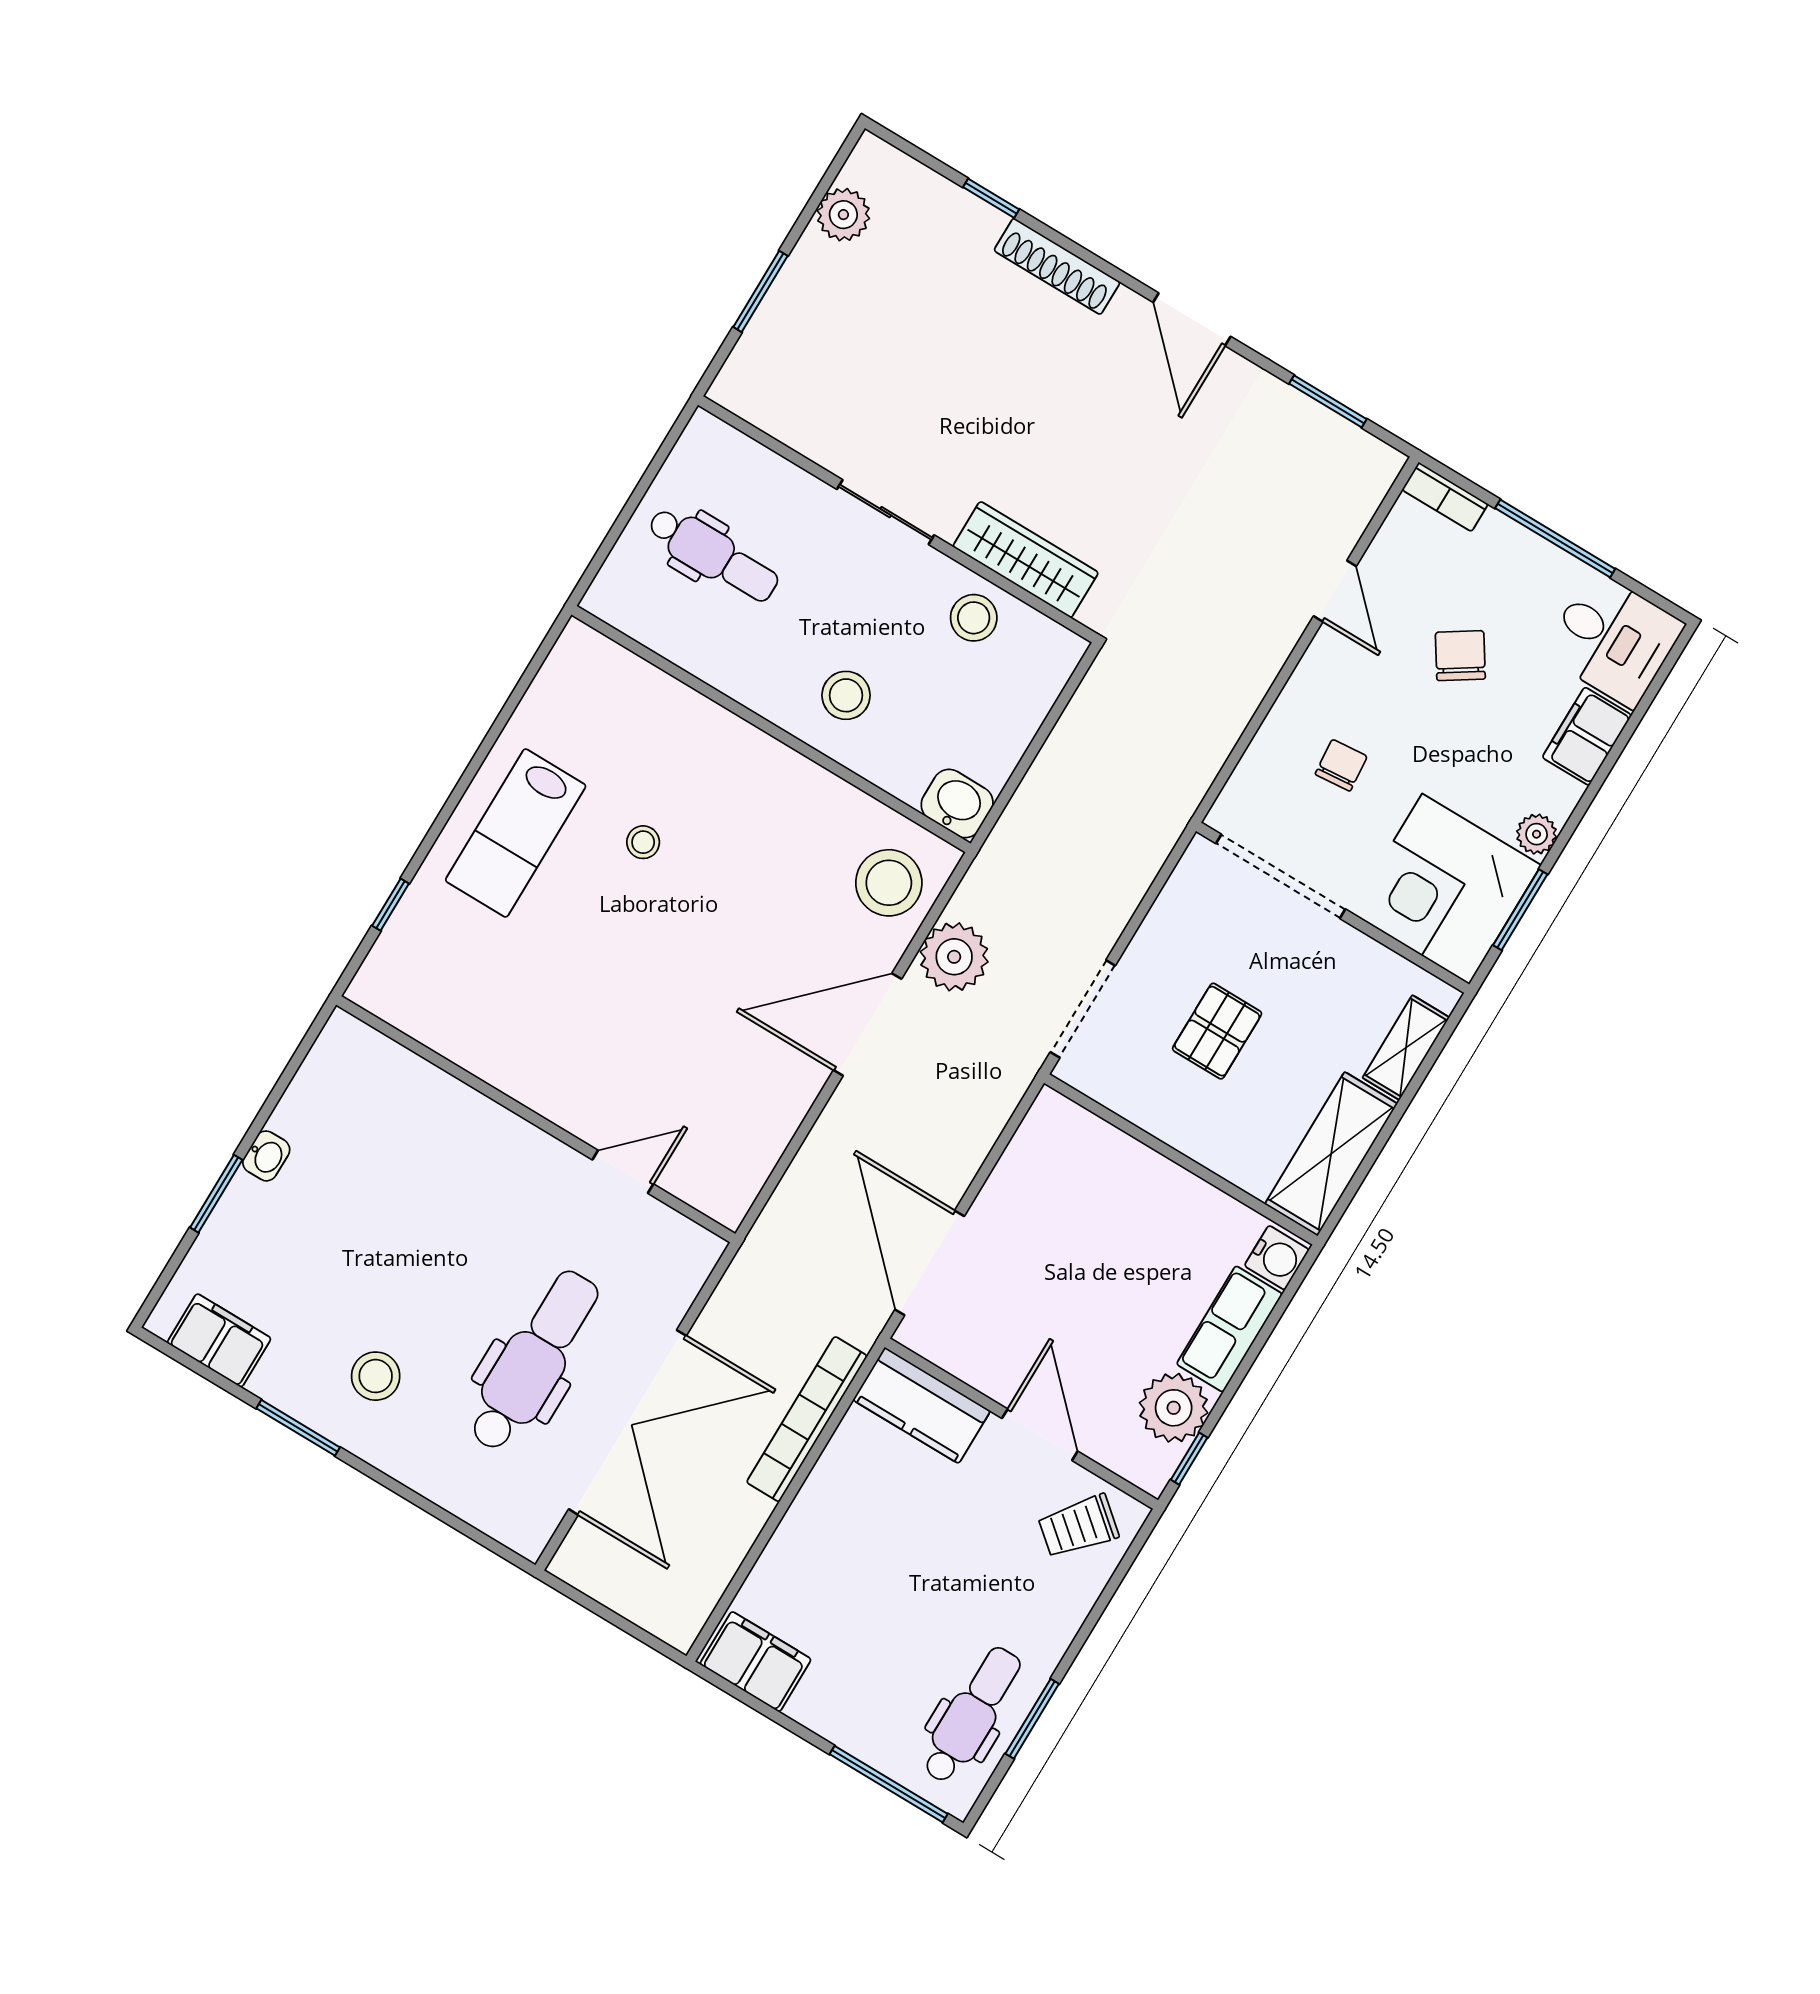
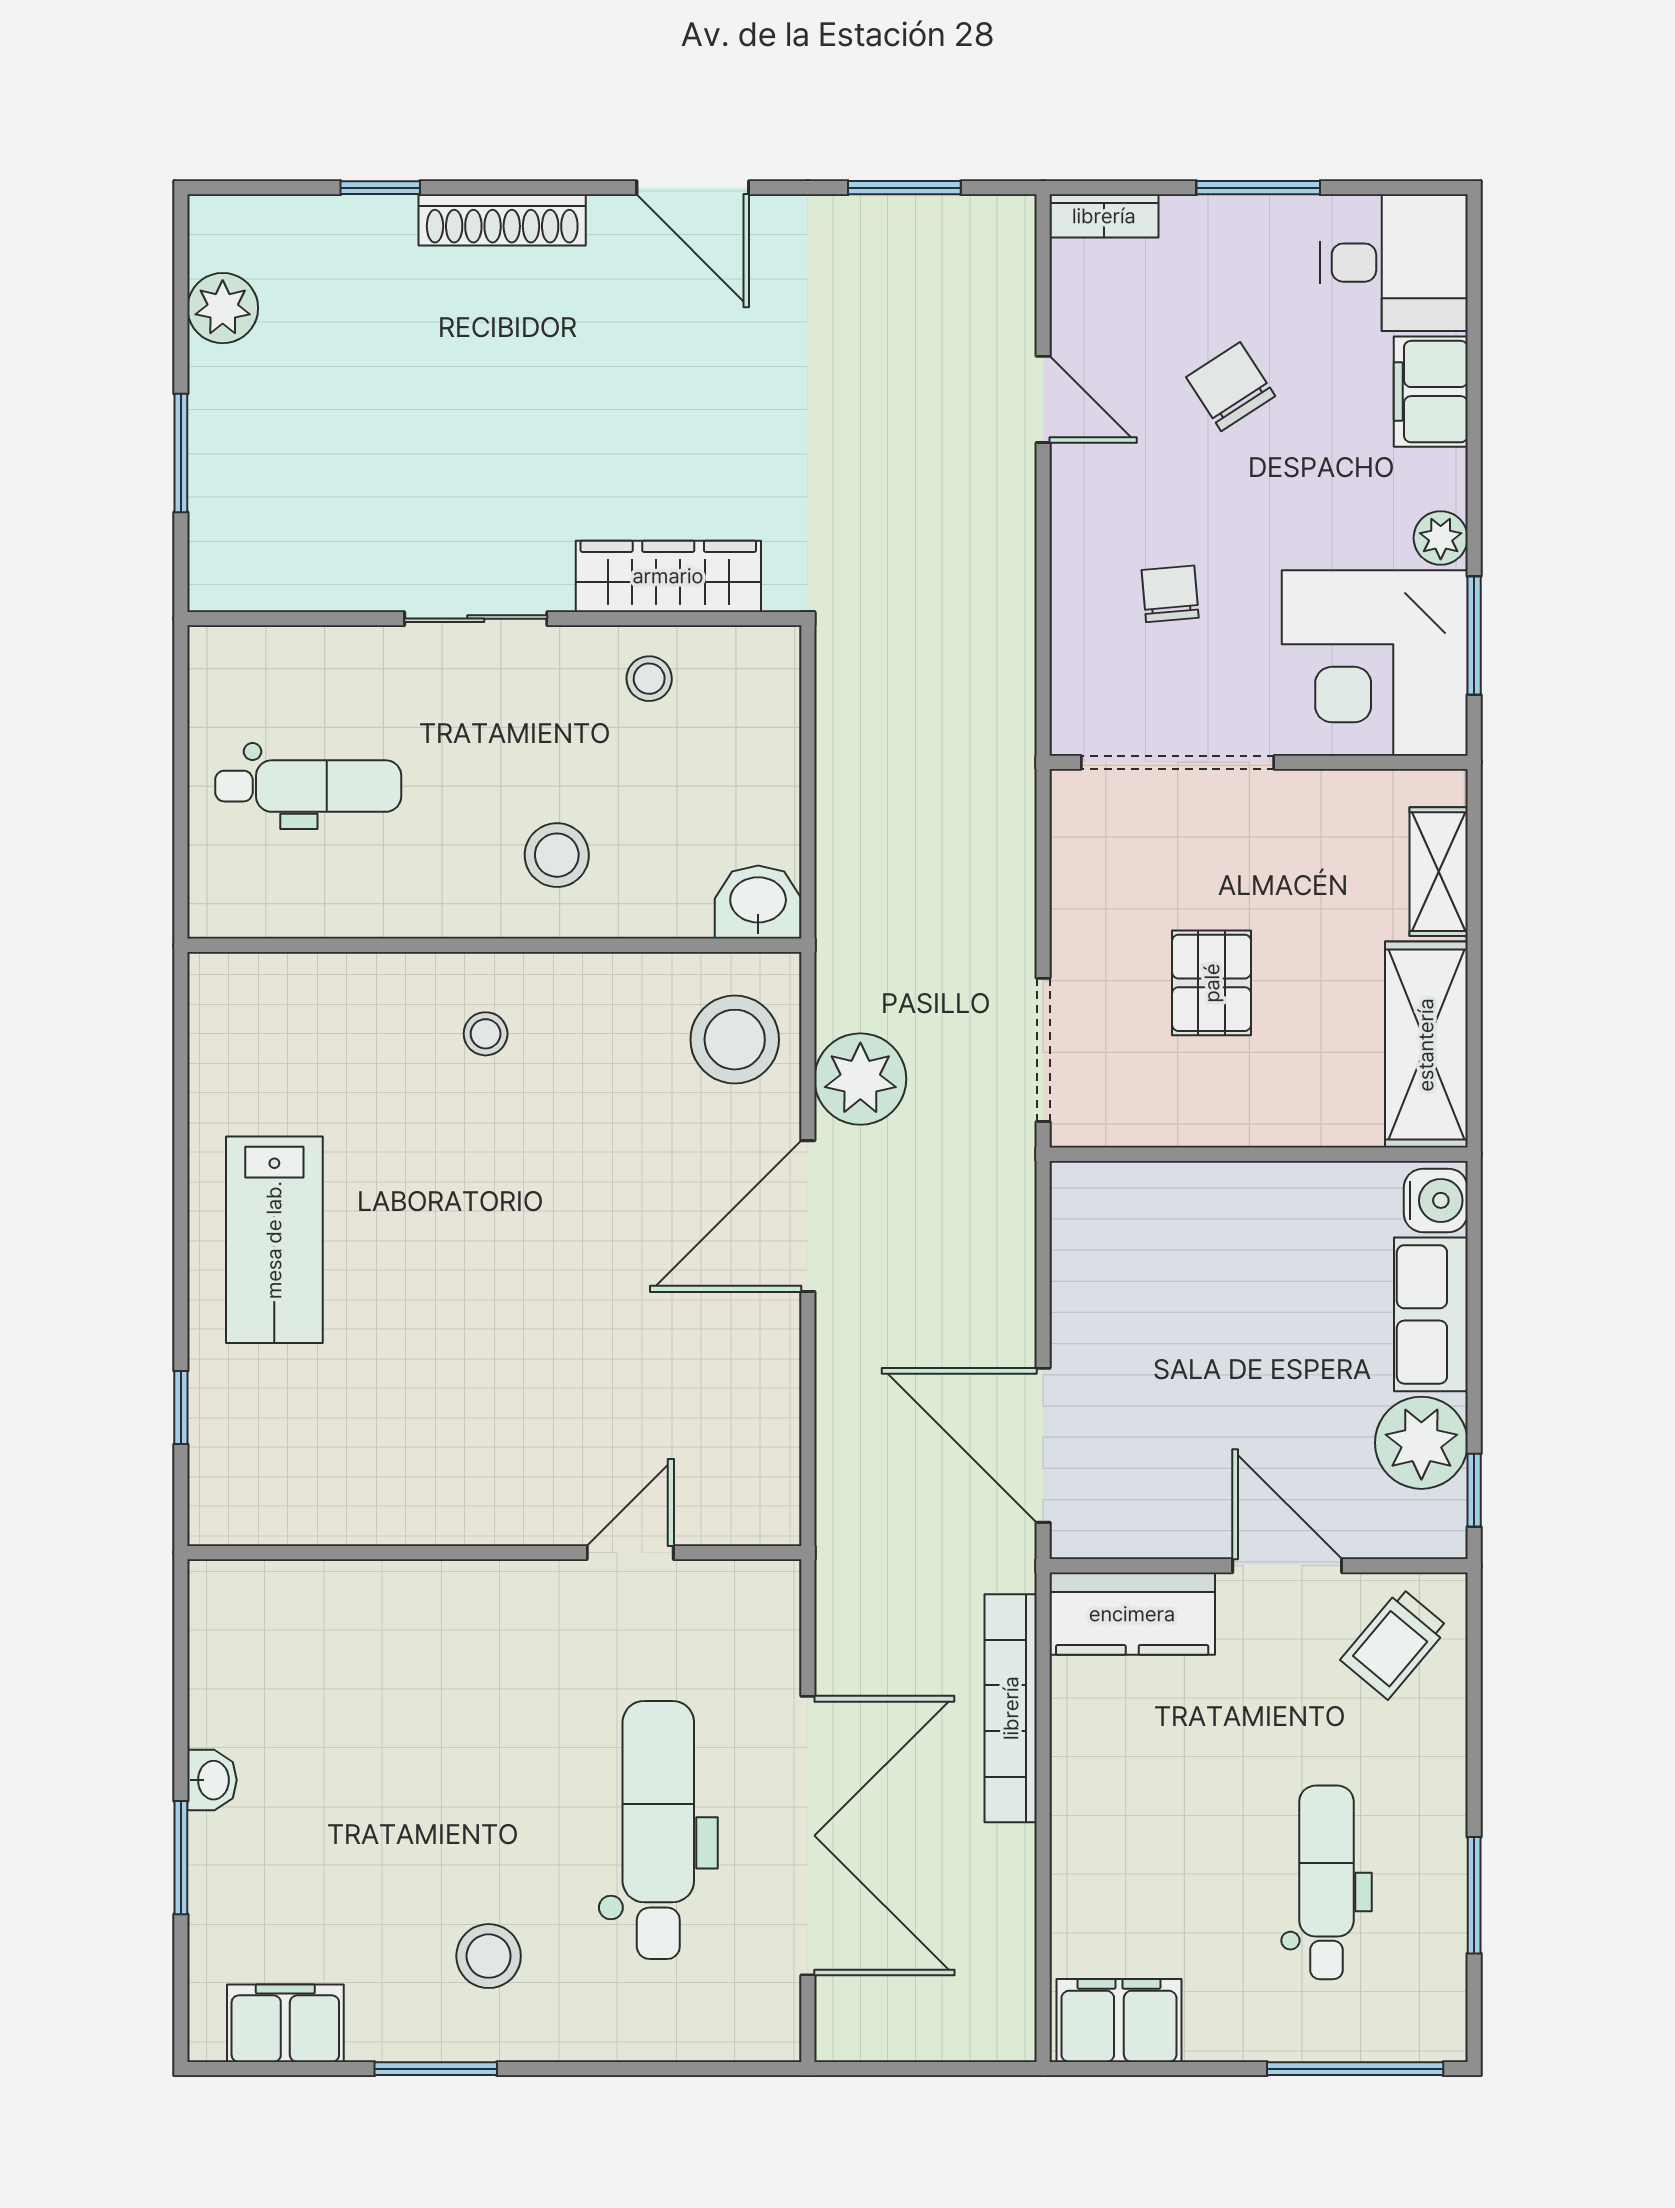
window: (1555, 538) -> (1258, 188), width x0.69
stool: (974, 618) -> (649, 679), width x0.73, depth x0.73
stool: (643, 842) -> (486, 1034), moved
dental chair: (972, 1715) -> (1326, 1882), moved

